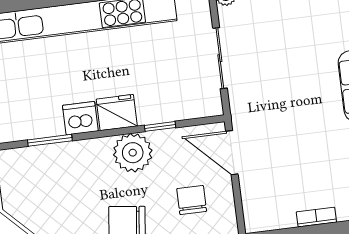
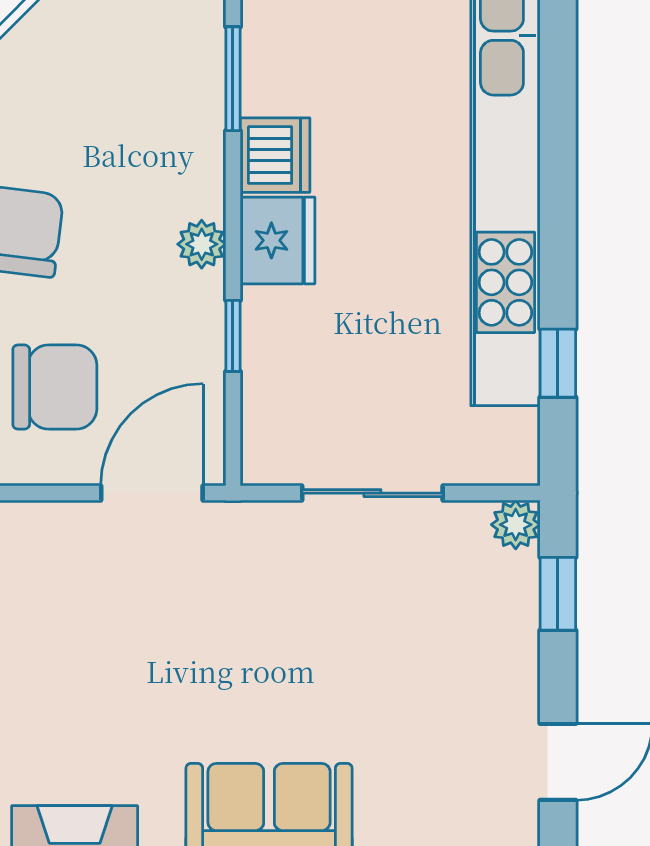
plant: (133, 153) -> (202, 244), width x0.53, depth x0.53
chair: (192, 200) -> (55, 387), width x1.37, depth x1.37

